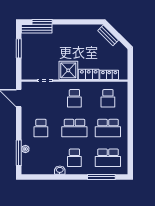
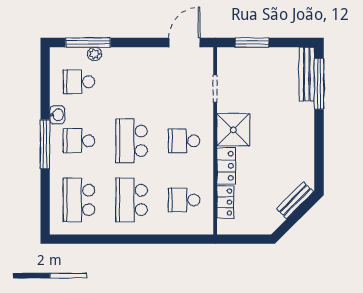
window: (42, 22) -> (319, 84), width x1.44
window: (19, 48) -> (252, 42), moved
school desk: (41, 128) -> (79, 82), moved
window: (101, 177) -> (45, 144), moved

